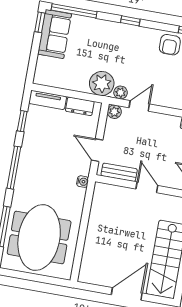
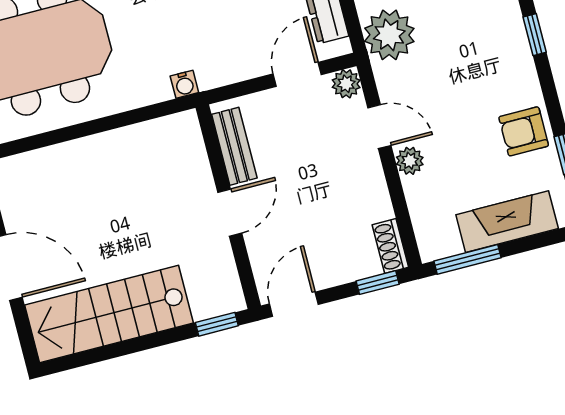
plant: (121, 93) -> (410, 161), moved
door: (97, 150) -> (297, 74), moved

